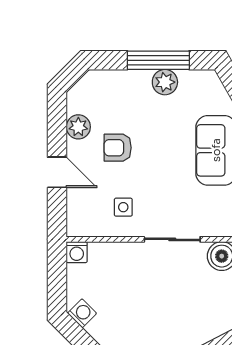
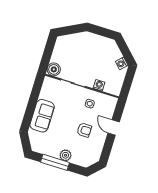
plant: (165, 82) -> (66, 155), moved
plant: (78, 127) -> (98, 144), removed
washing machine: (77, 252) -> (99, 85), moved

